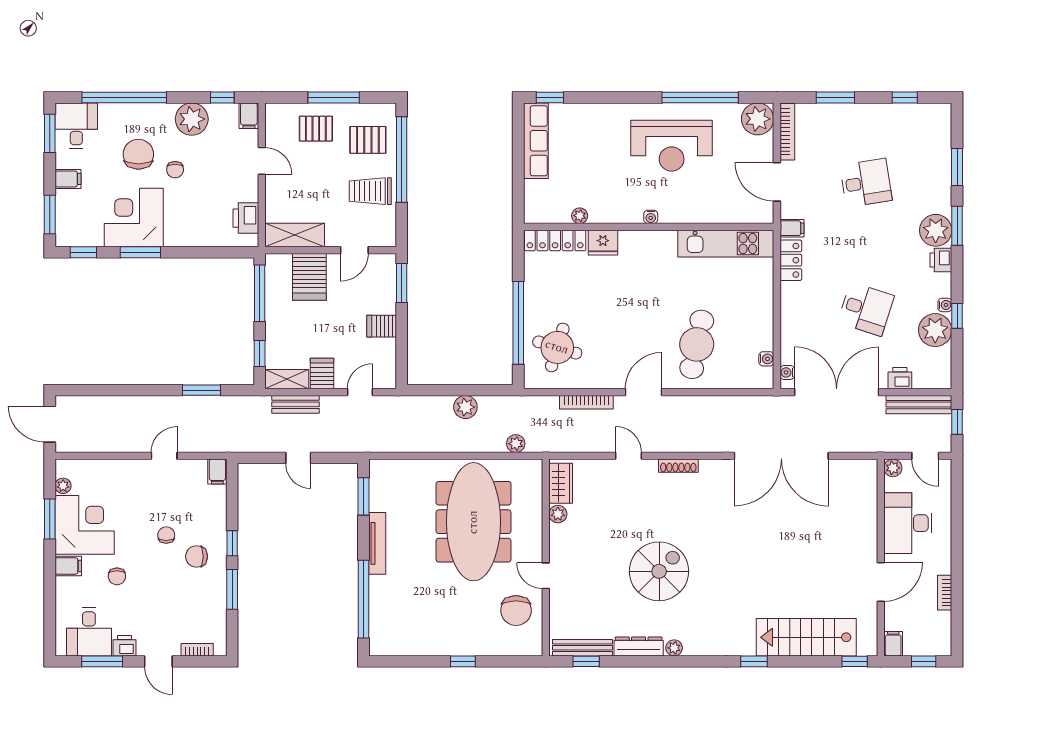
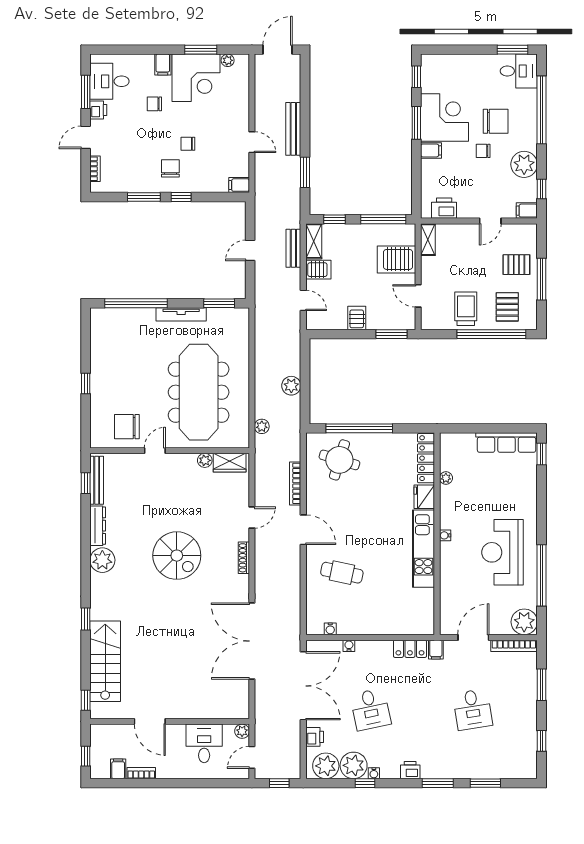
pallet: (316, 129) -> (516, 265), turned 90
filing cabinet: (68, 179) -> (431, 150), moved, turned -90
window: (50, 215) -> (447, 50), removed
plant: (936, 230) -> (326, 766), moved
shelving: (295, 235) -> (428, 240), width x0.67, depth x0.75
kitchen unit: (726, 244) -> (423, 549), moved
desk: (866, 309) -> (371, 709), turned -30
cafe table: (697, 344) -> (342, 573), width x0.73, depth x0.74
water cooler: (787, 372) -> (349, 646), moved
bench: (919, 405) -> (293, 129), moved
meeting table: (473, 522) -> (199, 392), turned 90
desk: (908, 523) -> (204, 743), width x0.73
chair: (166, 535) -> (188, 144), turned 180
spiral stairs: (659, 571) -> (177, 556), moved
filing cabinet: (893, 644) -> (118, 769), moved, turned -90
plant: (674, 648) -> (102, 560), width x1.87, depth x1.87

